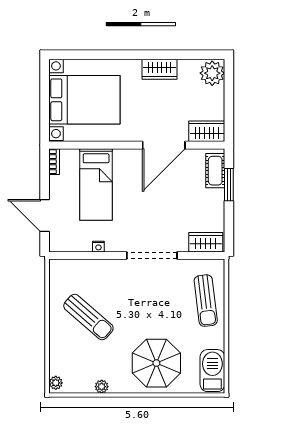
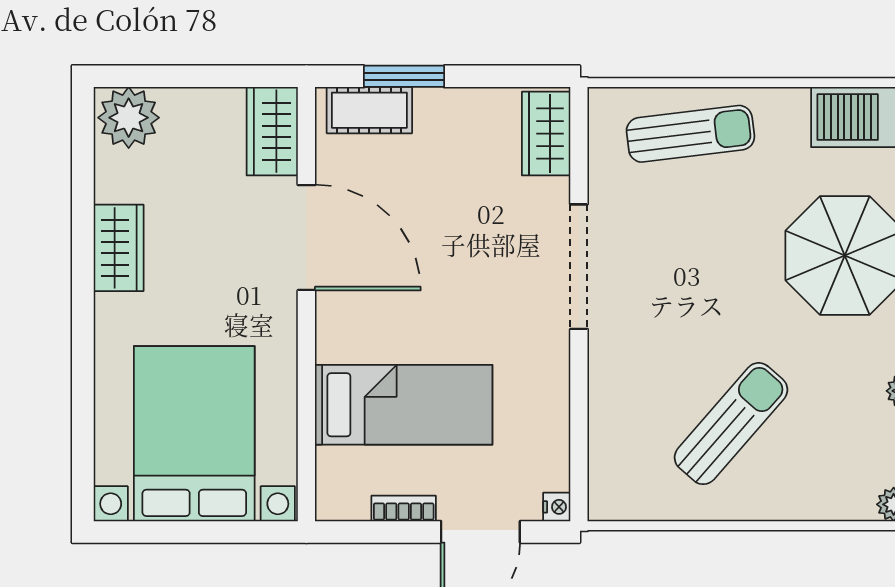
bookcase: (54, 162) -> (404, 508), moved
nightstand: (98, 247) -> (557, 507), moved

